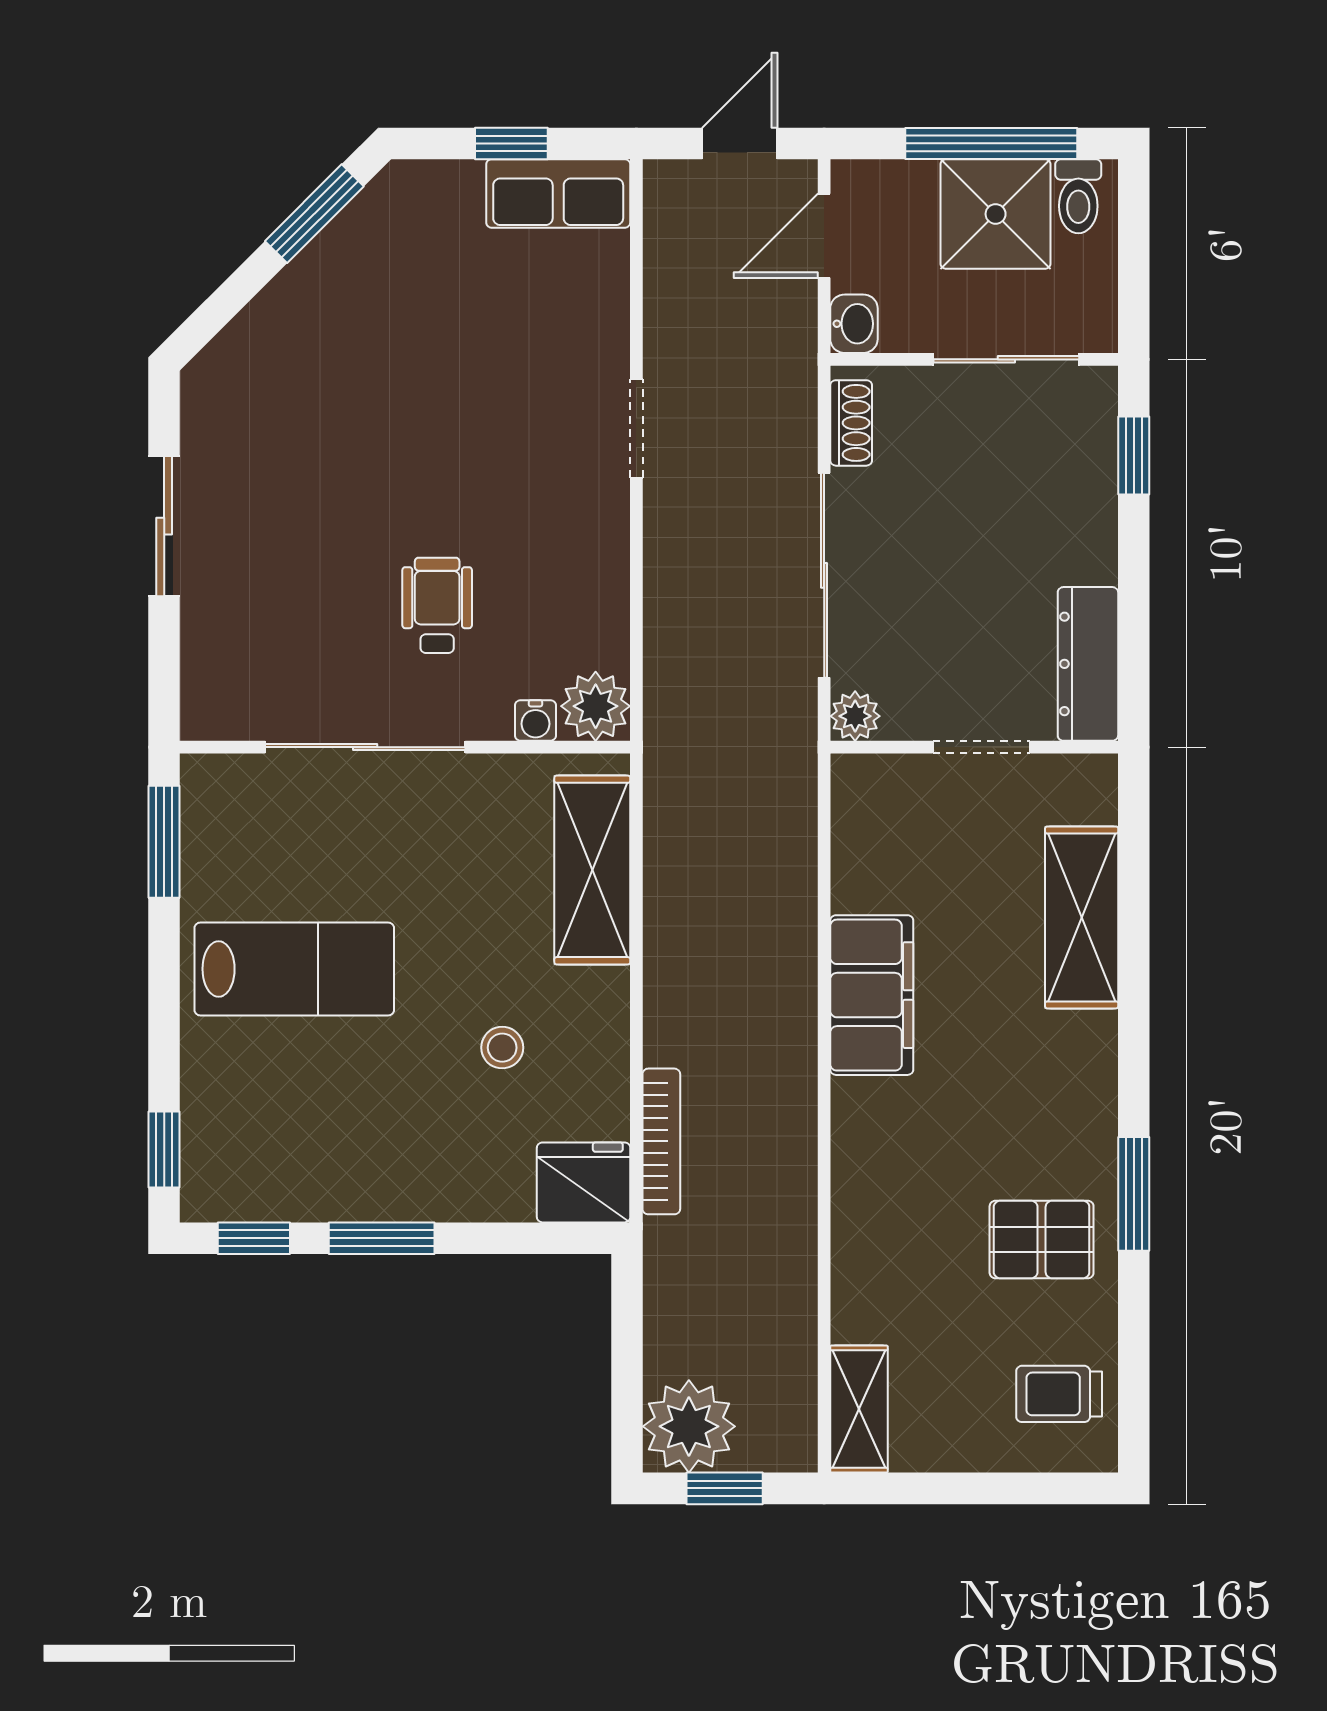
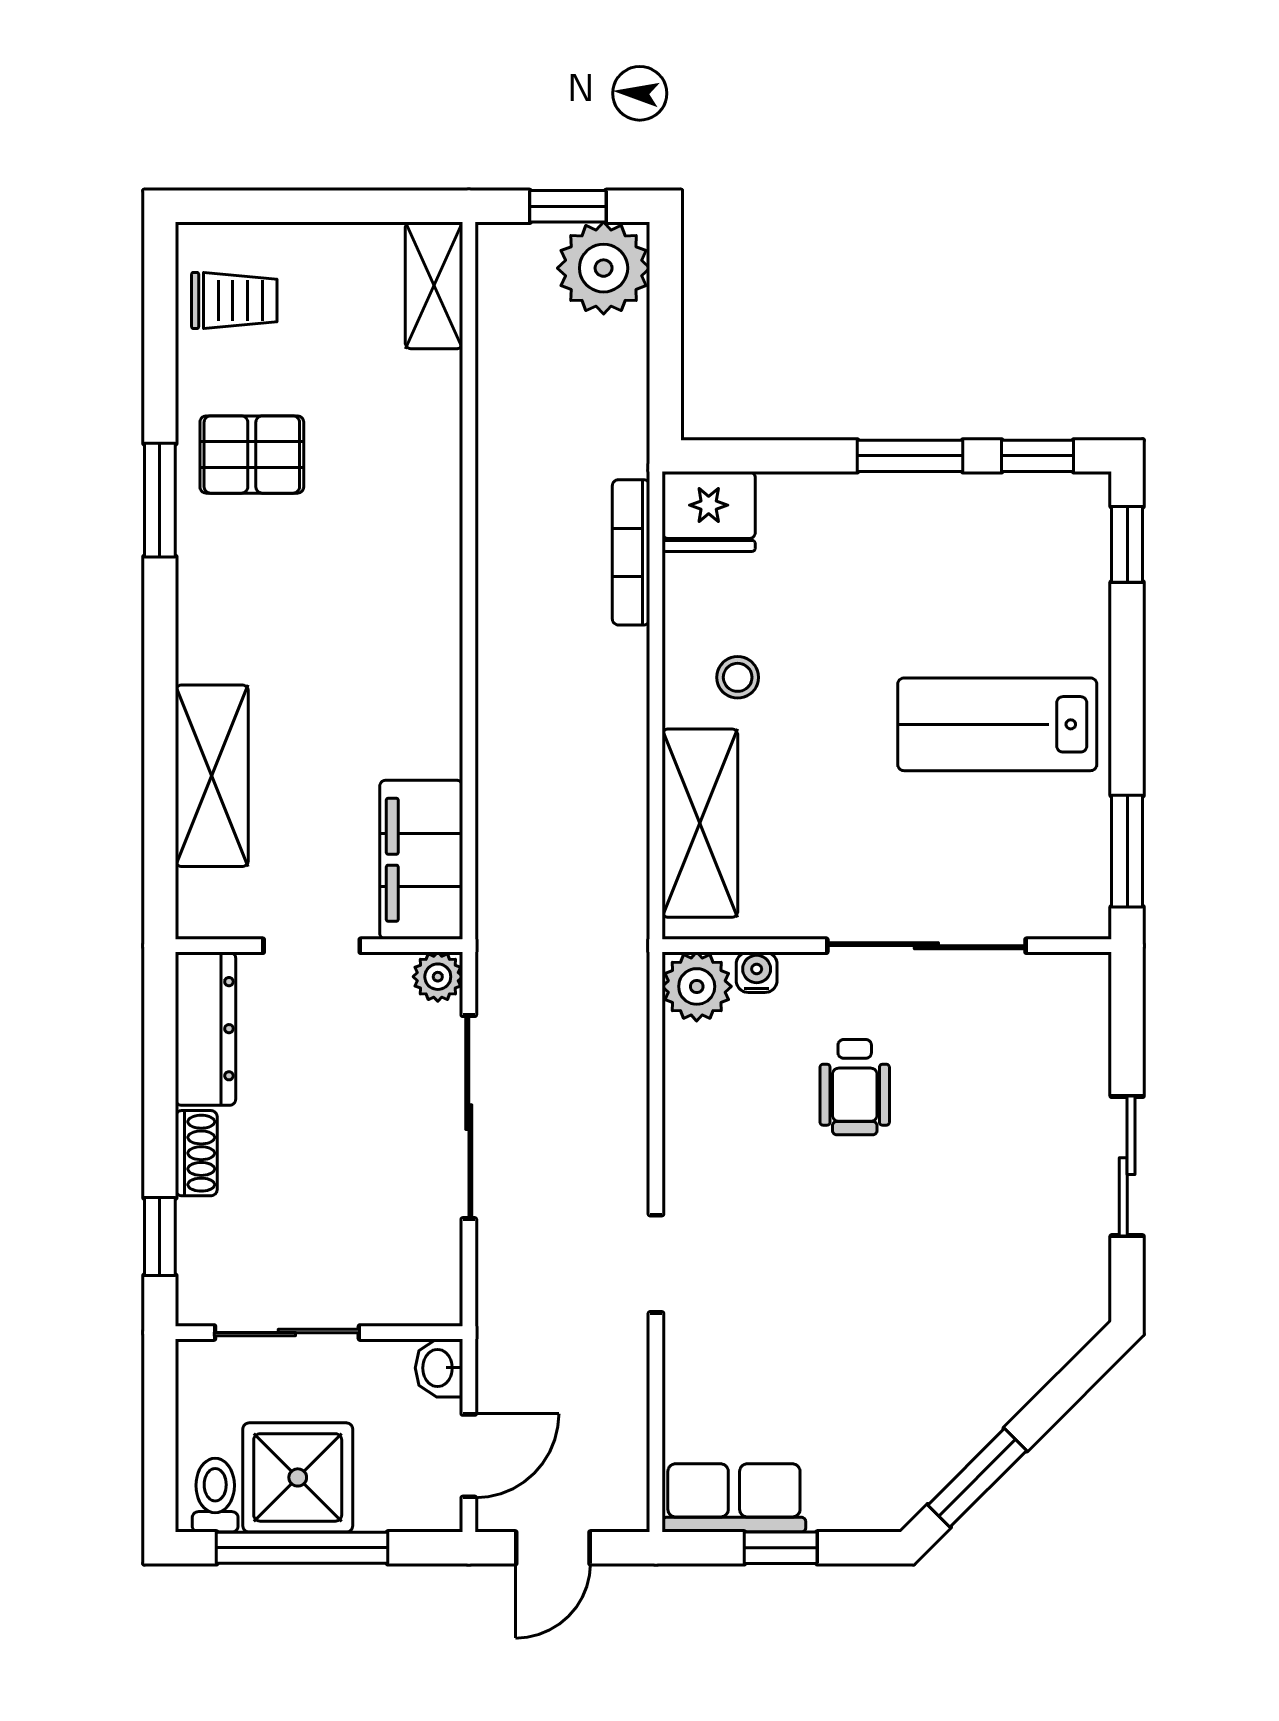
shoe rack: (851, 423) -> (196, 1153), moved, turned 180
filing cabinet: (872, 995) -> (421, 860), moved
stool: (502, 1048) -> (738, 677), moved

